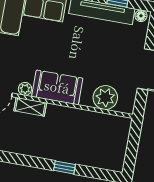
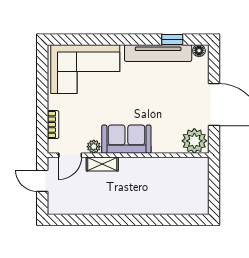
plant: (105, 98) -> (194, 141), moved
window: (65, 167) -> (148, 220), removed

